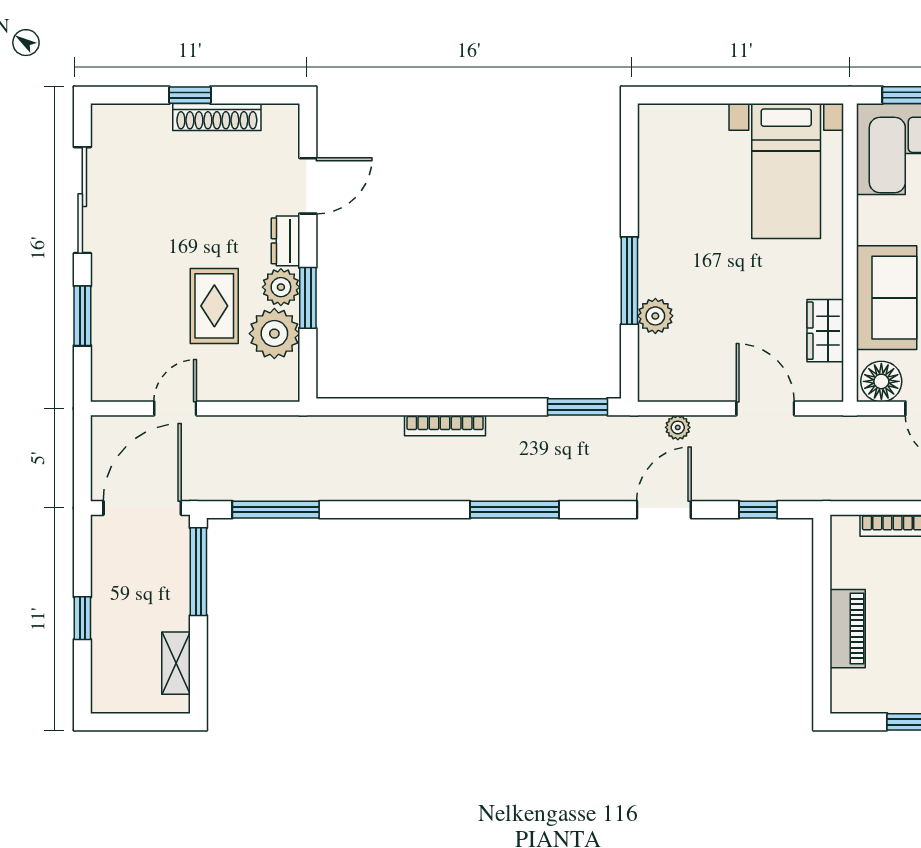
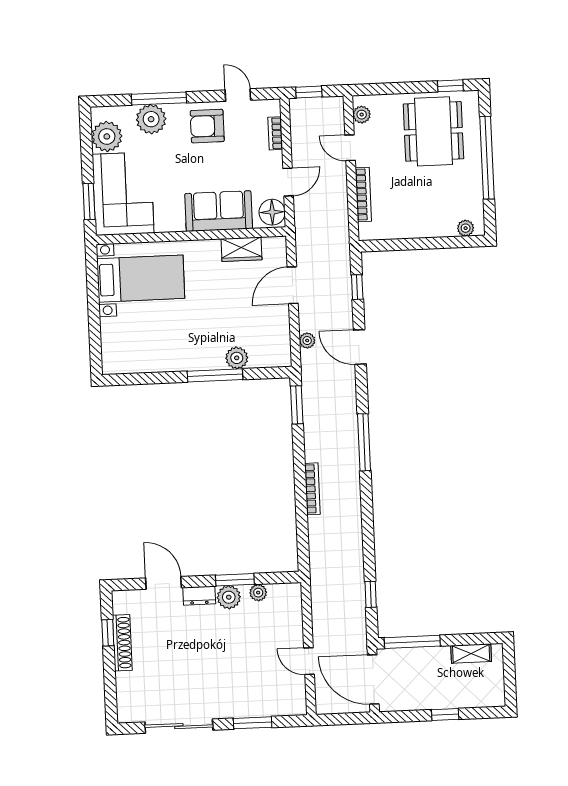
window: (190, 95) -> (108, 633), moved
rug: (214, 306) -> (243, 639), removed
plant: (274, 334) -> (258, 593), width x0.53, depth x0.53
window: (276, 510) -> (371, 594), width x0.46
piano: (848, 629) -> (430, 227), removed
plant: (843, 683) -> (466, 228), added

